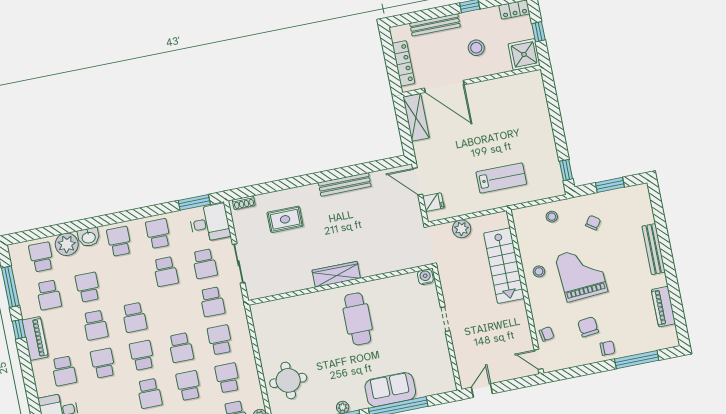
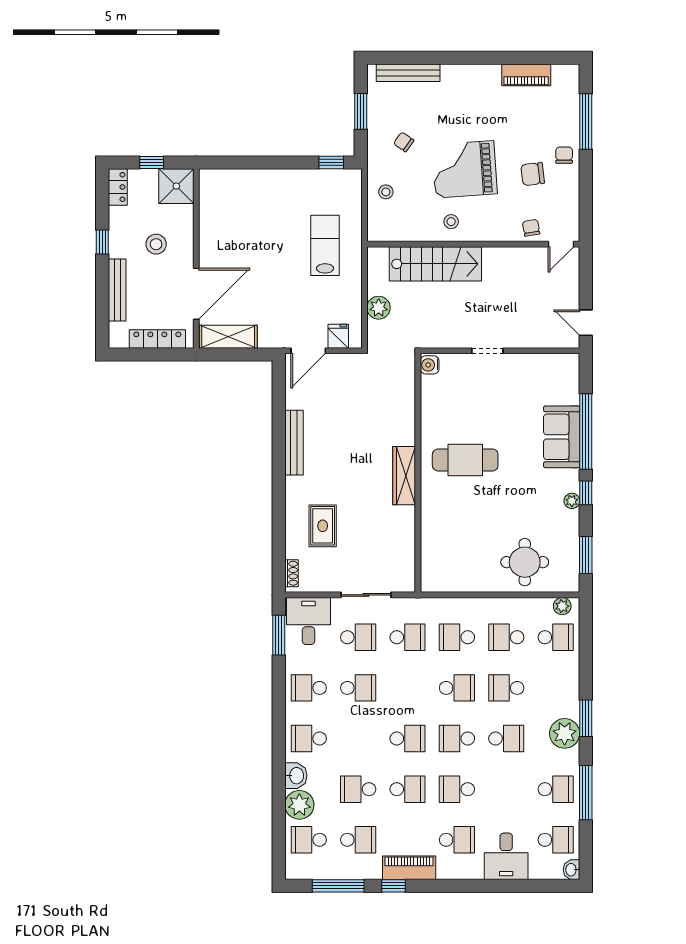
bench: (654, 249) -> (408, 73), moved

